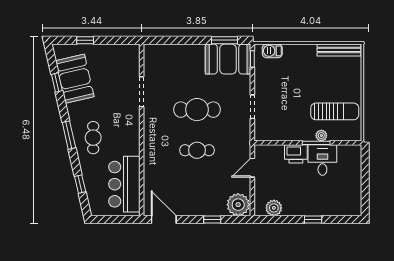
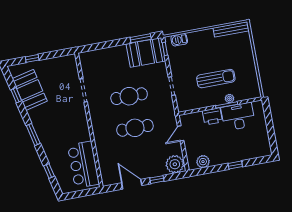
sun lounger: (335, 111) -> (216, 79), moved
cafe table: (93, 138) -> (52, 133), removed
cafe table: (197, 150) -> (135, 128), width x1.37, depth x1.35
desk: (322, 160) -> (238, 117), width x1.37
door: (164, 220) -> (132, 184), moved

